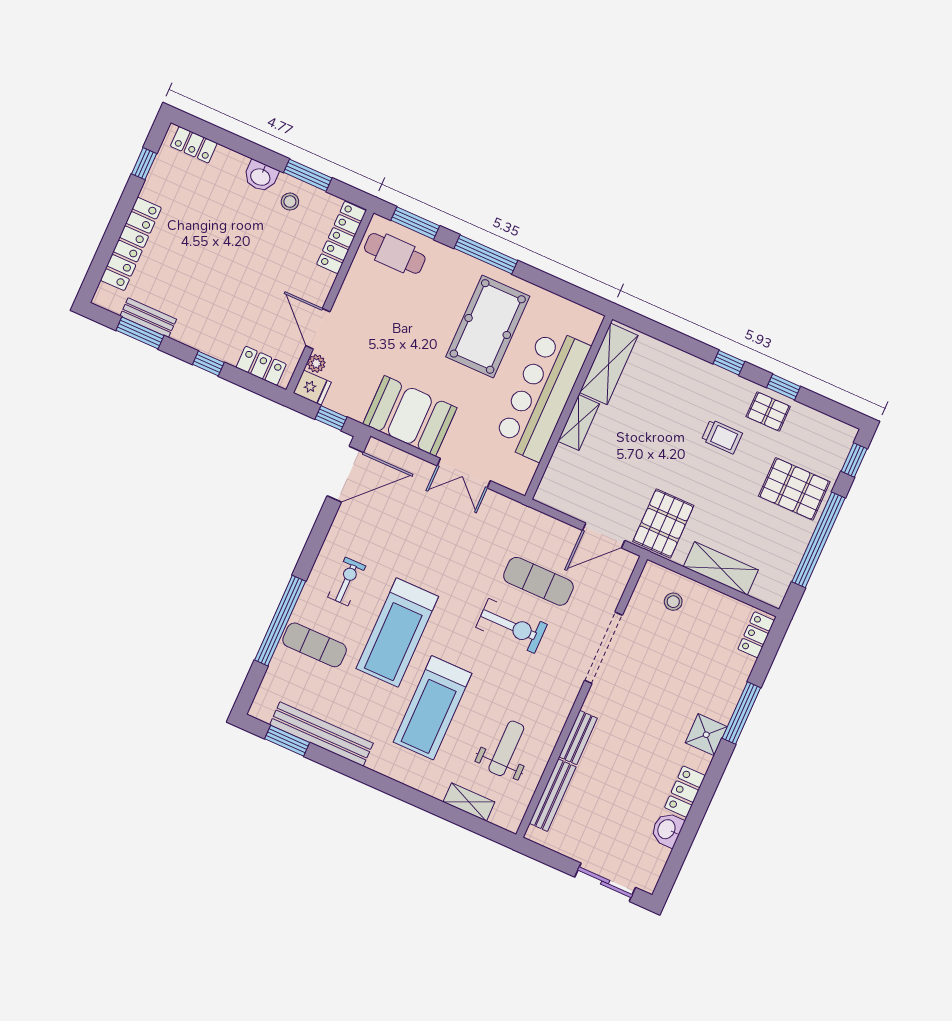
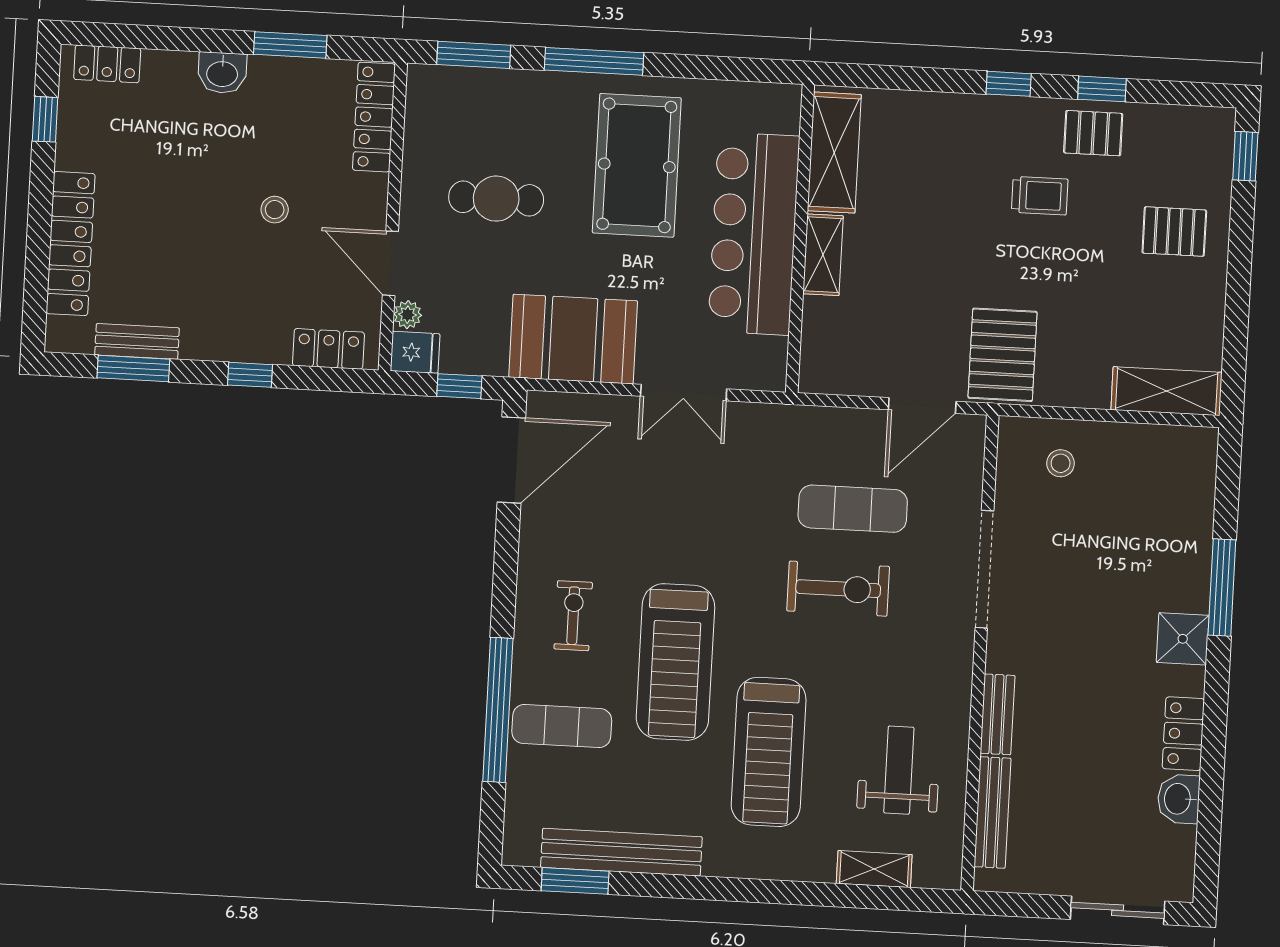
stool: (290, 202) -> (275, 210), moved
cafe table: (395, 253) -> (496, 199), moved
pallet: (794, 489) -> (1174, 232), width x0.67, depth x0.71
window: (819, 540) -> (1238, 292), removed
shelving: (721, 568) -> (1167, 391), moved
locker: (756, 635) -> (1200, 465), removed

